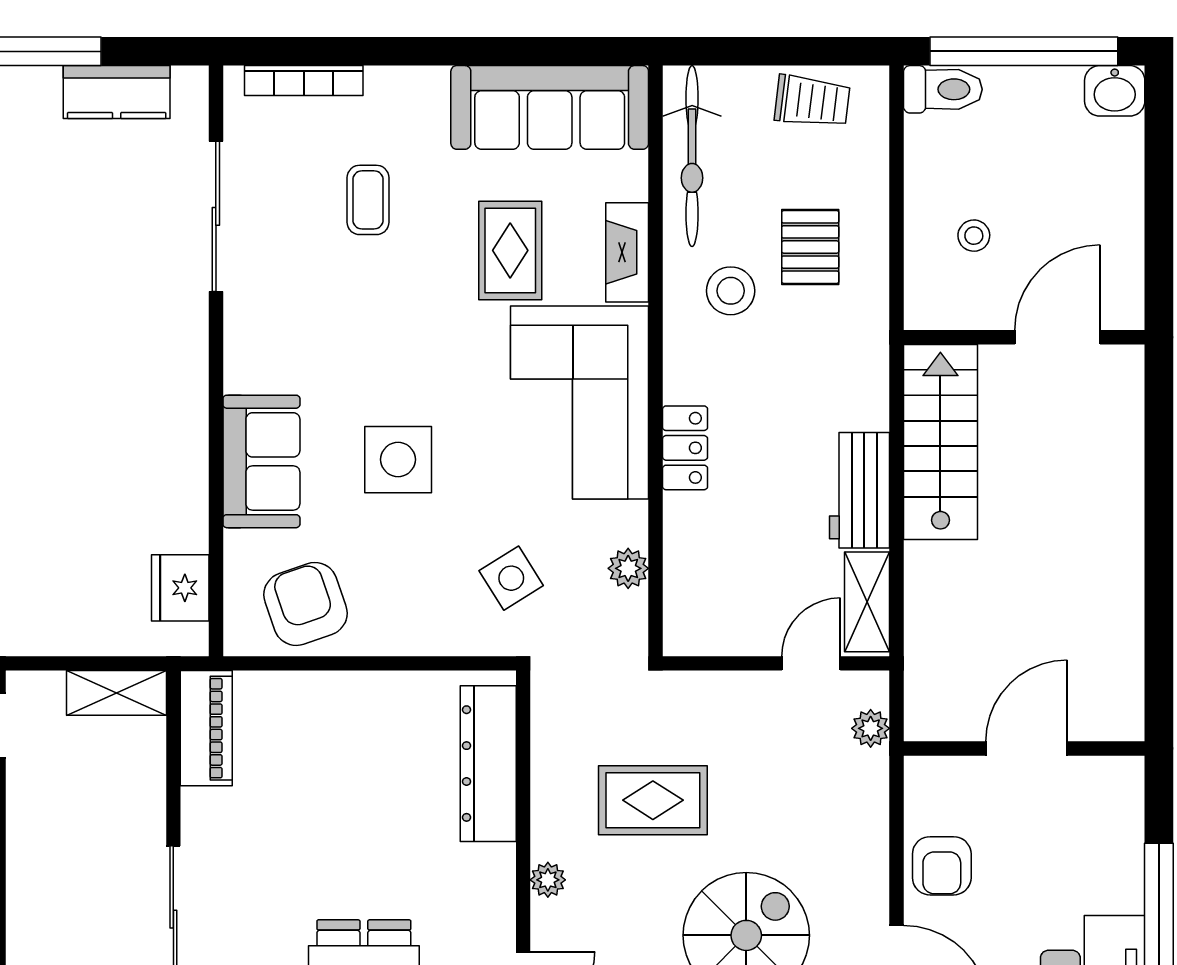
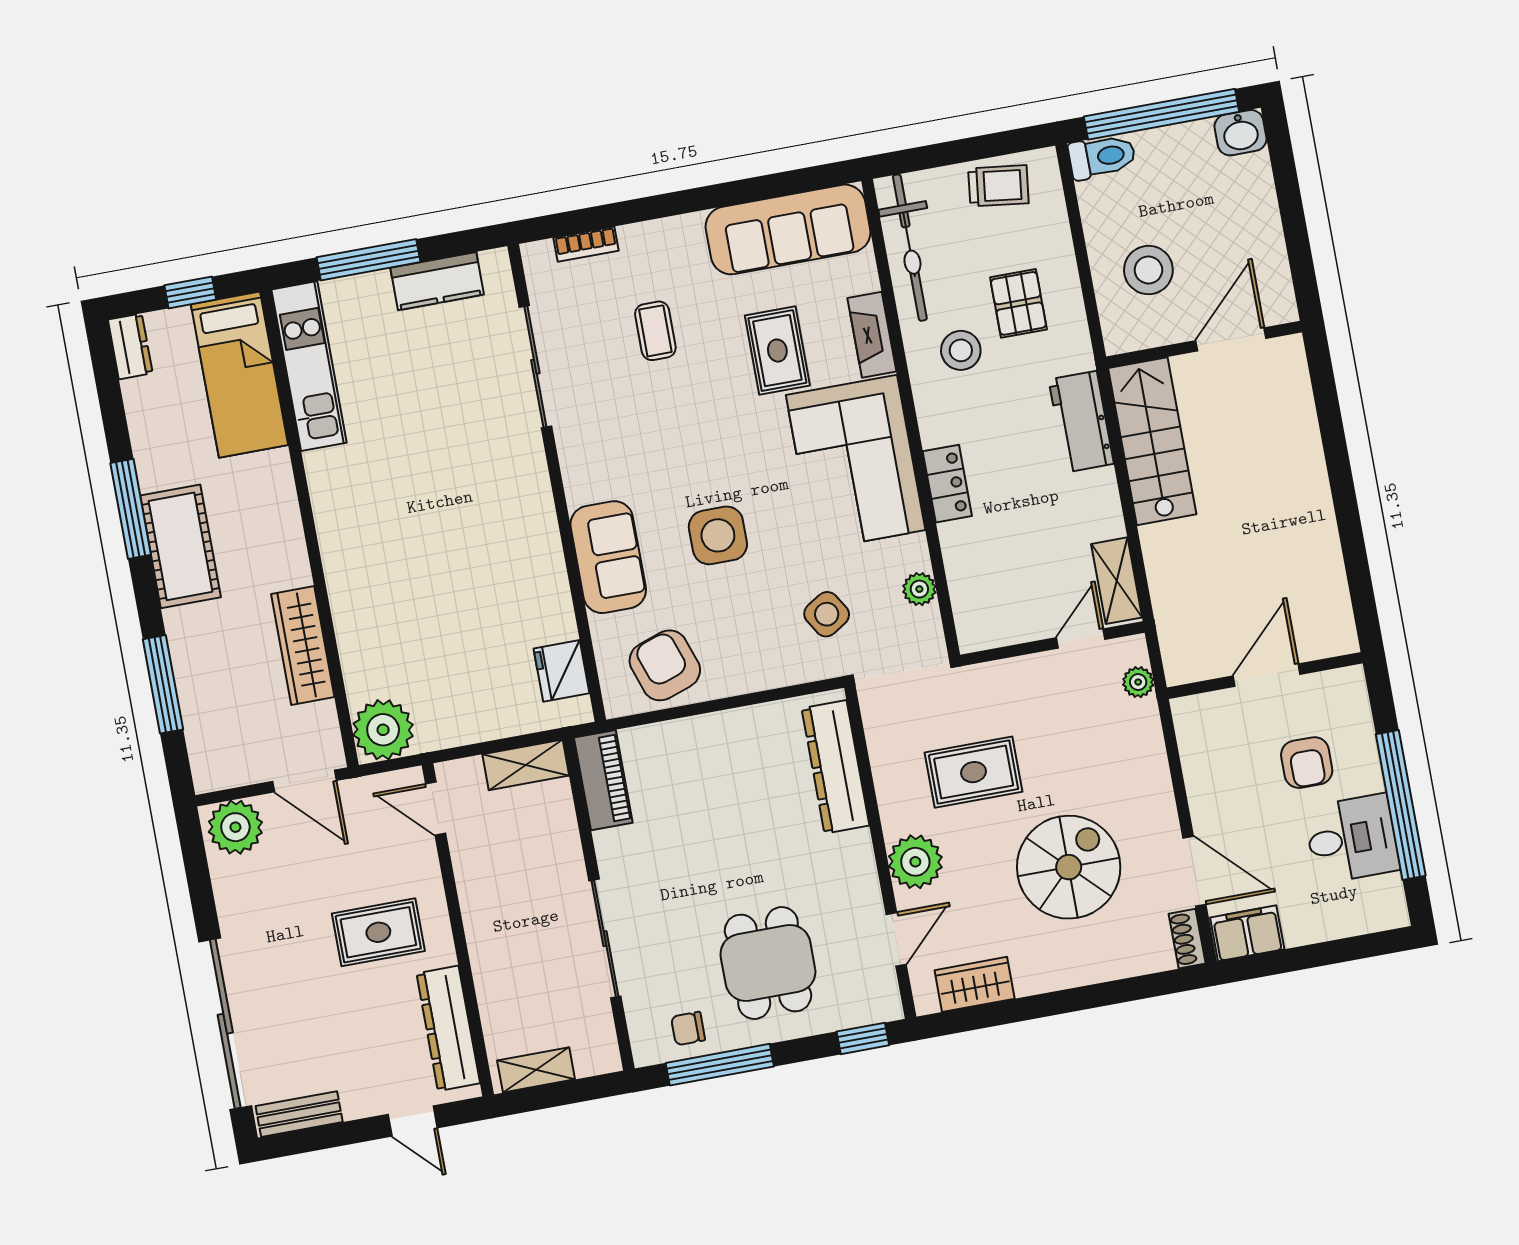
bookcase: (304, 81) -> (586, 244), width x0.64
stool: (974, 236) -> (1148, 270), width x1.89, depth x1.89
workbench: (860, 490) -> (1081, 422), moved
armchair: (942, 866) -> (1307, 763), moved
plant: (548, 880) -> (915, 862), width x1.87, depth x1.87

